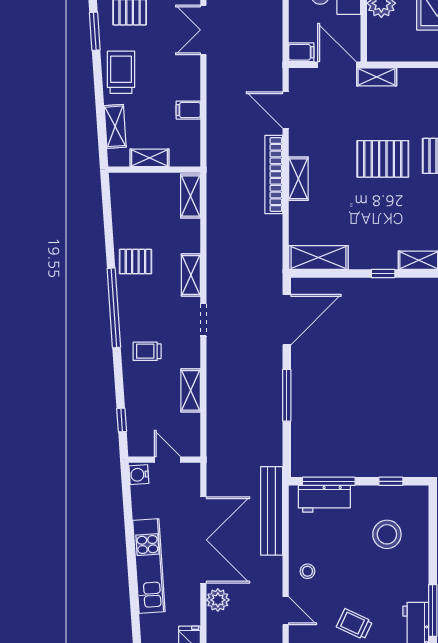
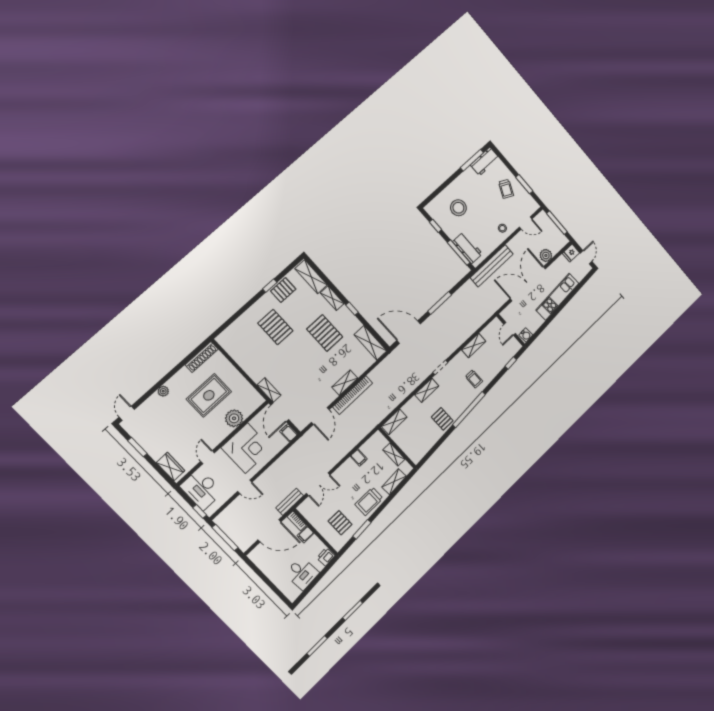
pallet: (383, 159) -> (325, 333), moved
door: (286, 611) -> (526, 223), swing flipped

